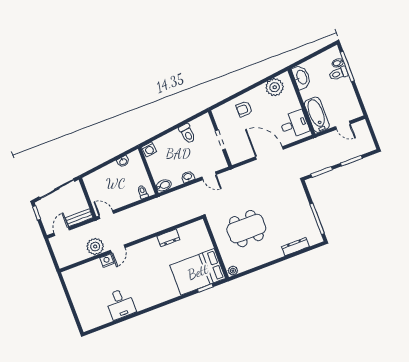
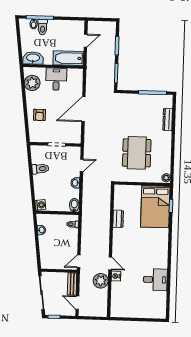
desk: (294, 124) -> (56, 79), moved

